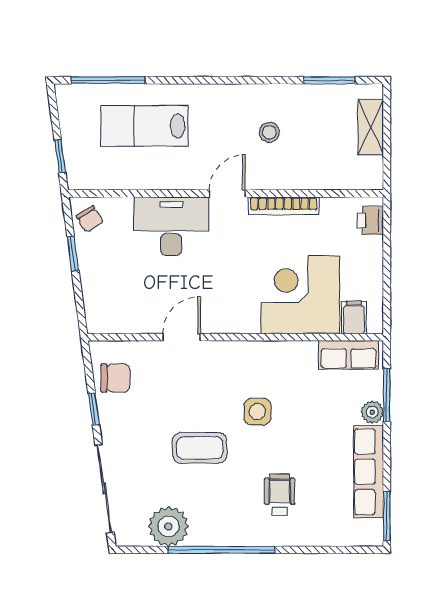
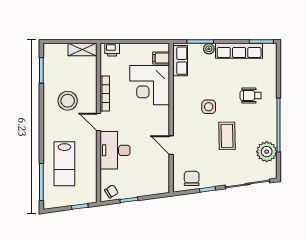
shelving: (371, 127) -> (82, 50), moved
stool: (269, 132) -> (68, 101), width x1.89, depth x1.89

